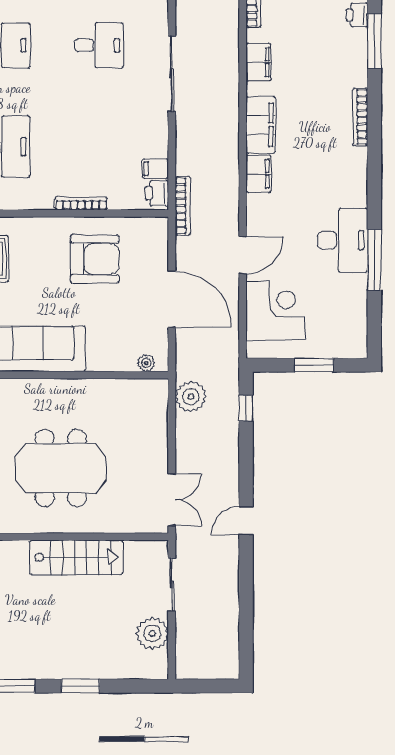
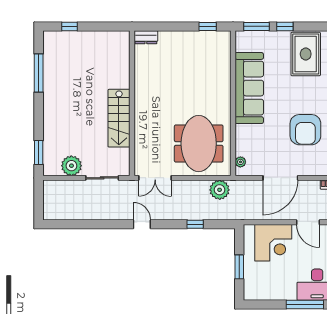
window: (246, 408) -> (195, 224), moved
meeting table: (61, 468) -> (199, 144), moved
window: (80, 686) -> (39, 153), moved

